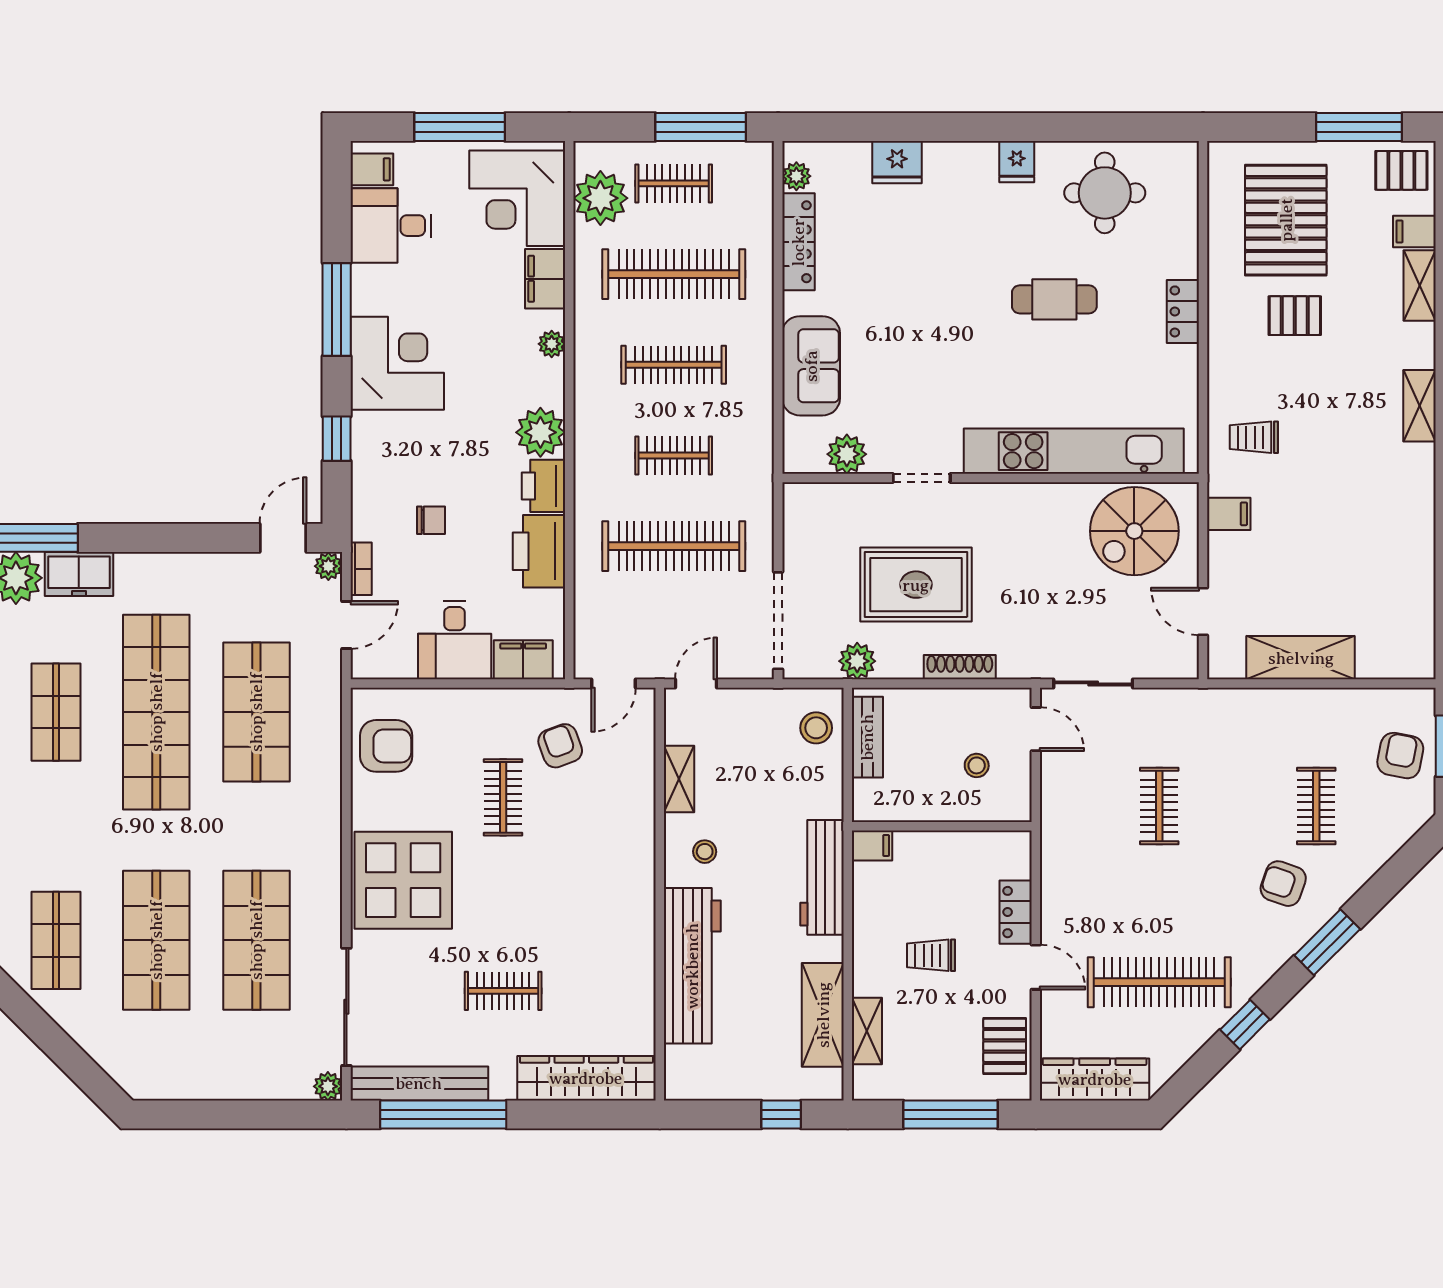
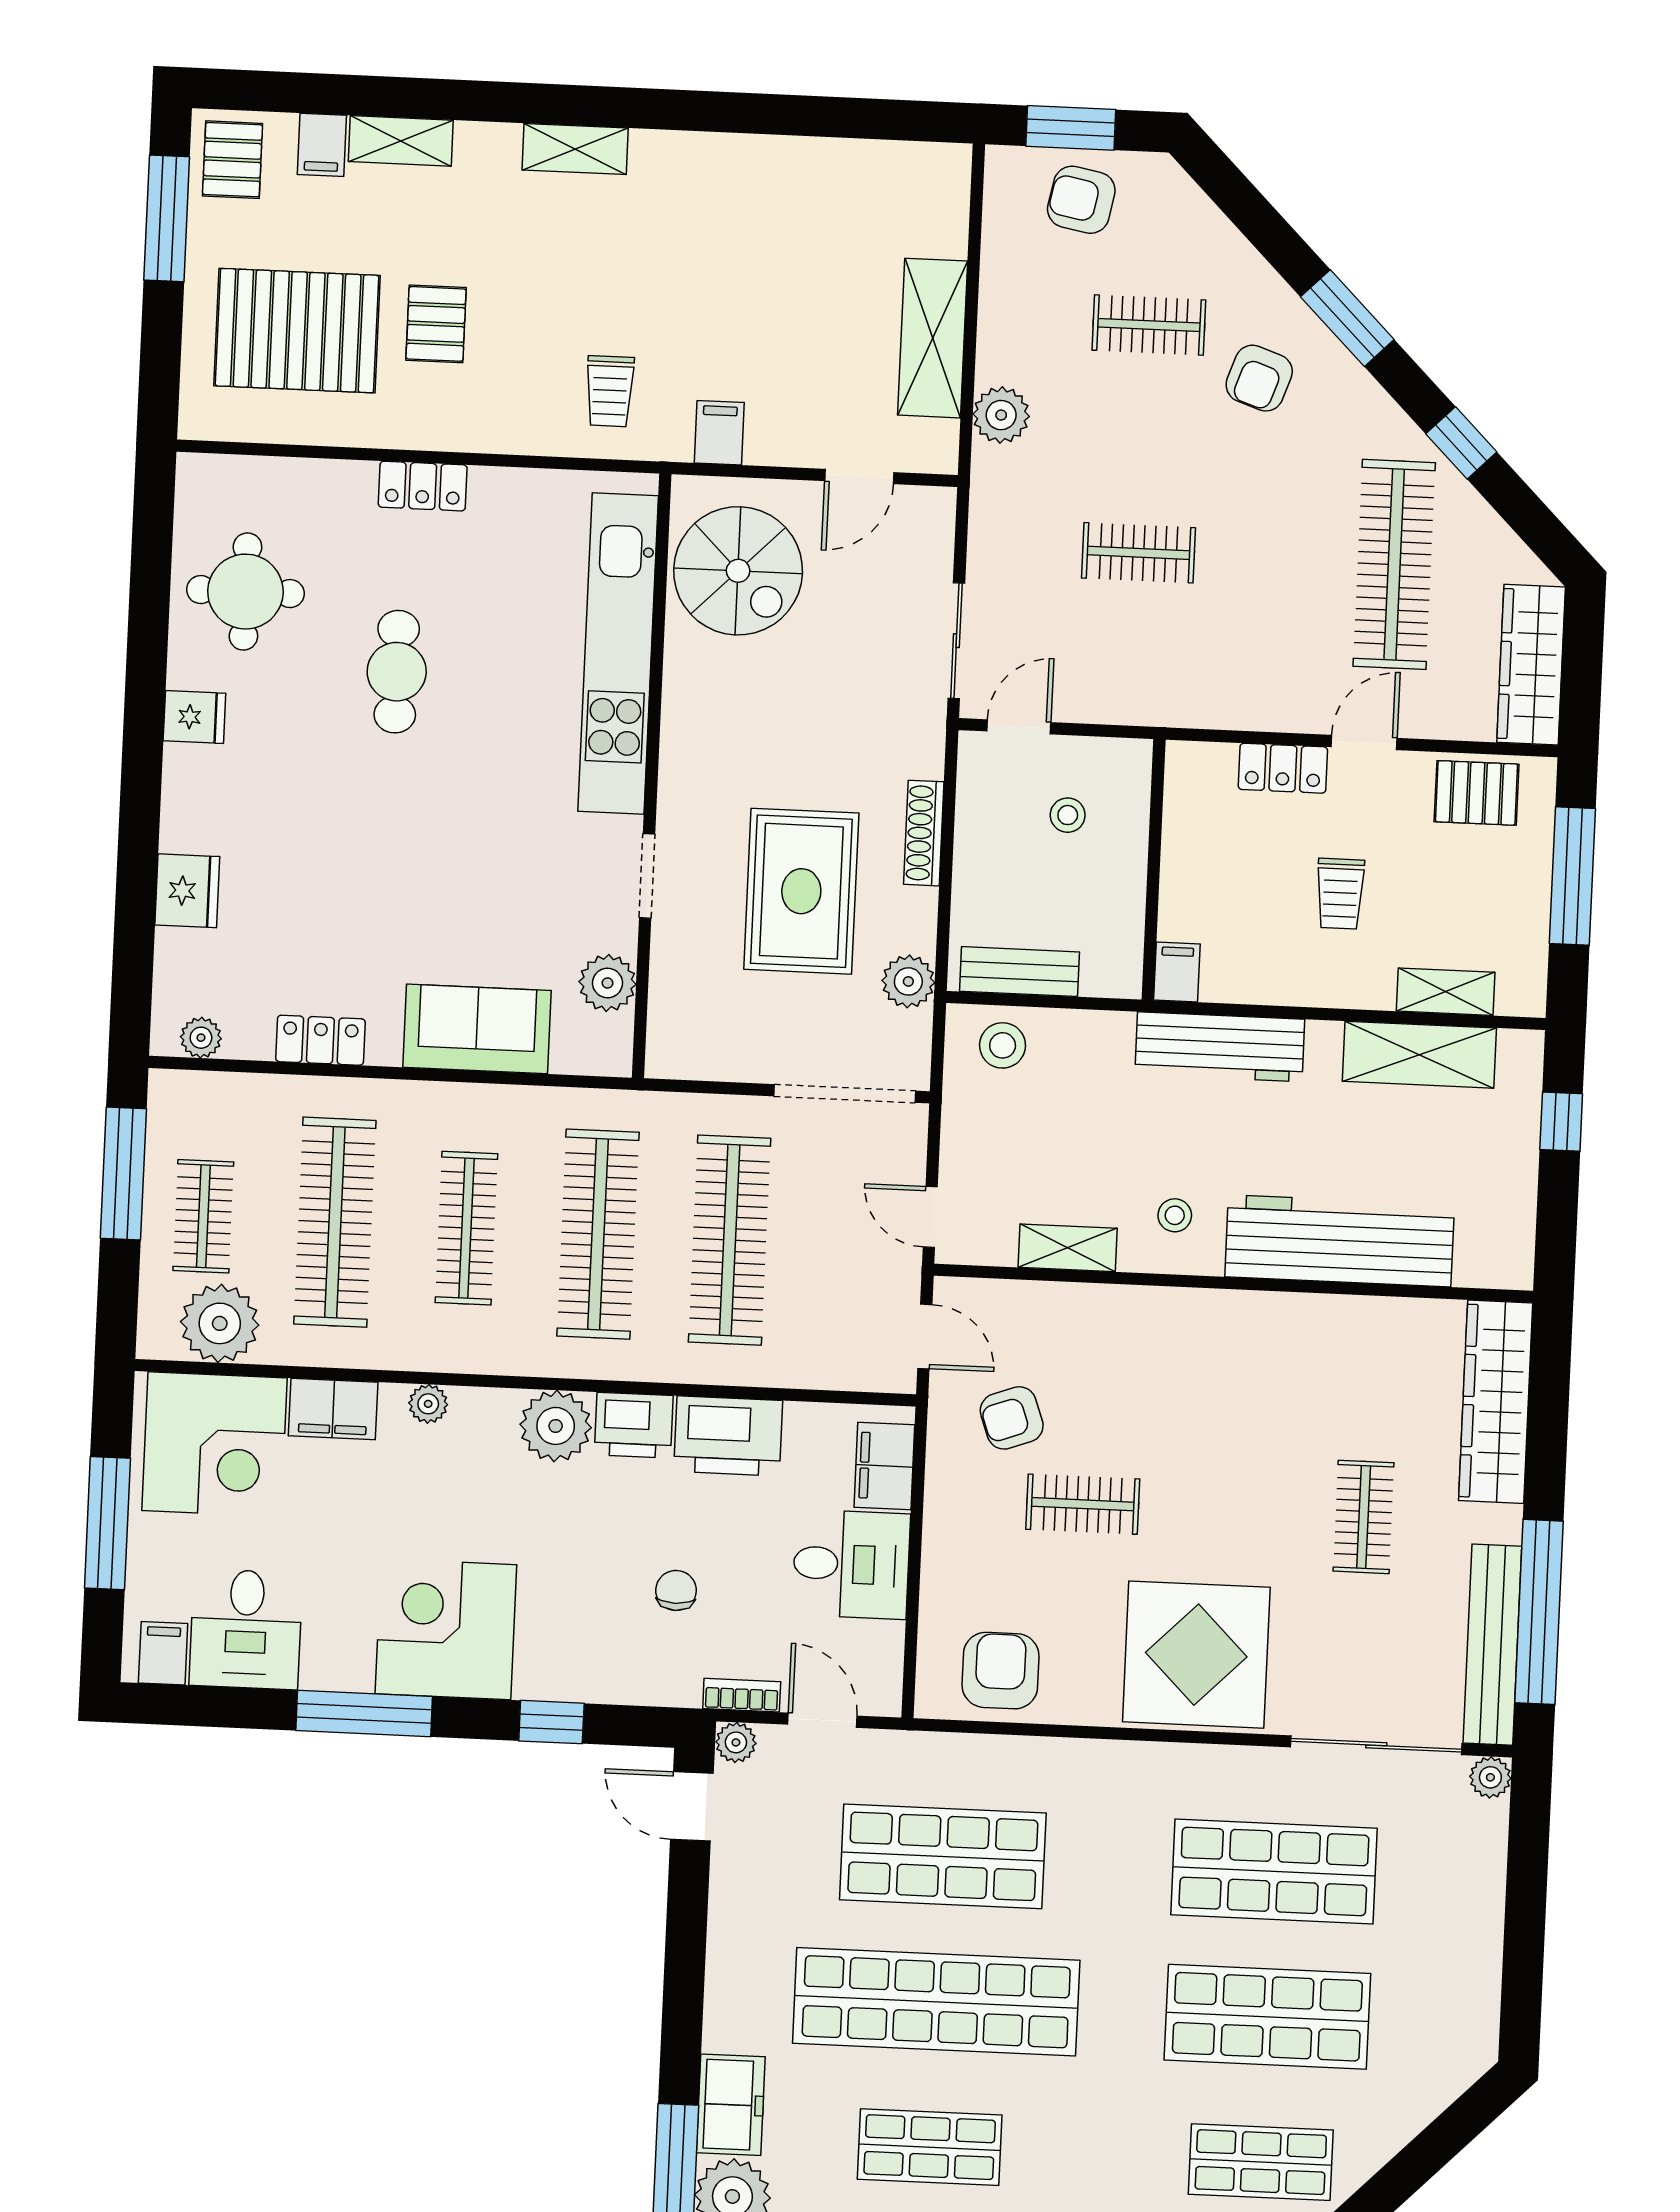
locker: (798, 242) -> (320, 1040), width x0.66
clothes rail: (674, 455) -> (598, 1234), width x1.86, depth x1.31
plant: (1250, 707) -> (1001, 415), added

